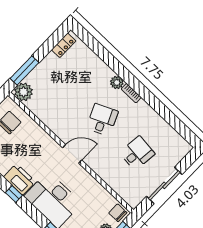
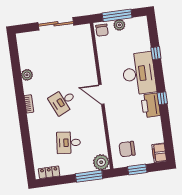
plant: (117, 82) -> (27, 75), moved
desk: (137, 153) -> (69, 143), moved

